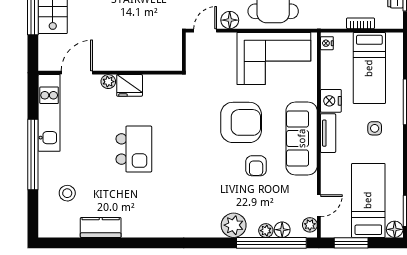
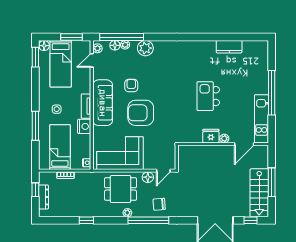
stool: (67, 193) -> (250, 68), removed

